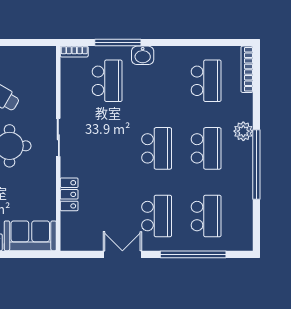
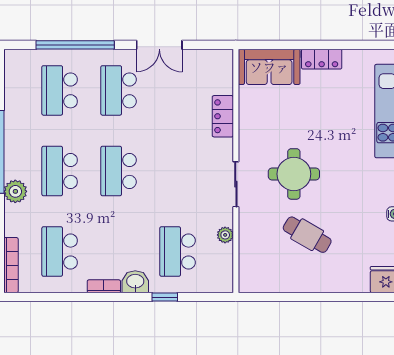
window: (118, 43) -> (165, 297), width x0.46
bookcase: (74, 52) -> (104, 286), moved
plant: (67, 95) -> (225, 235), added

